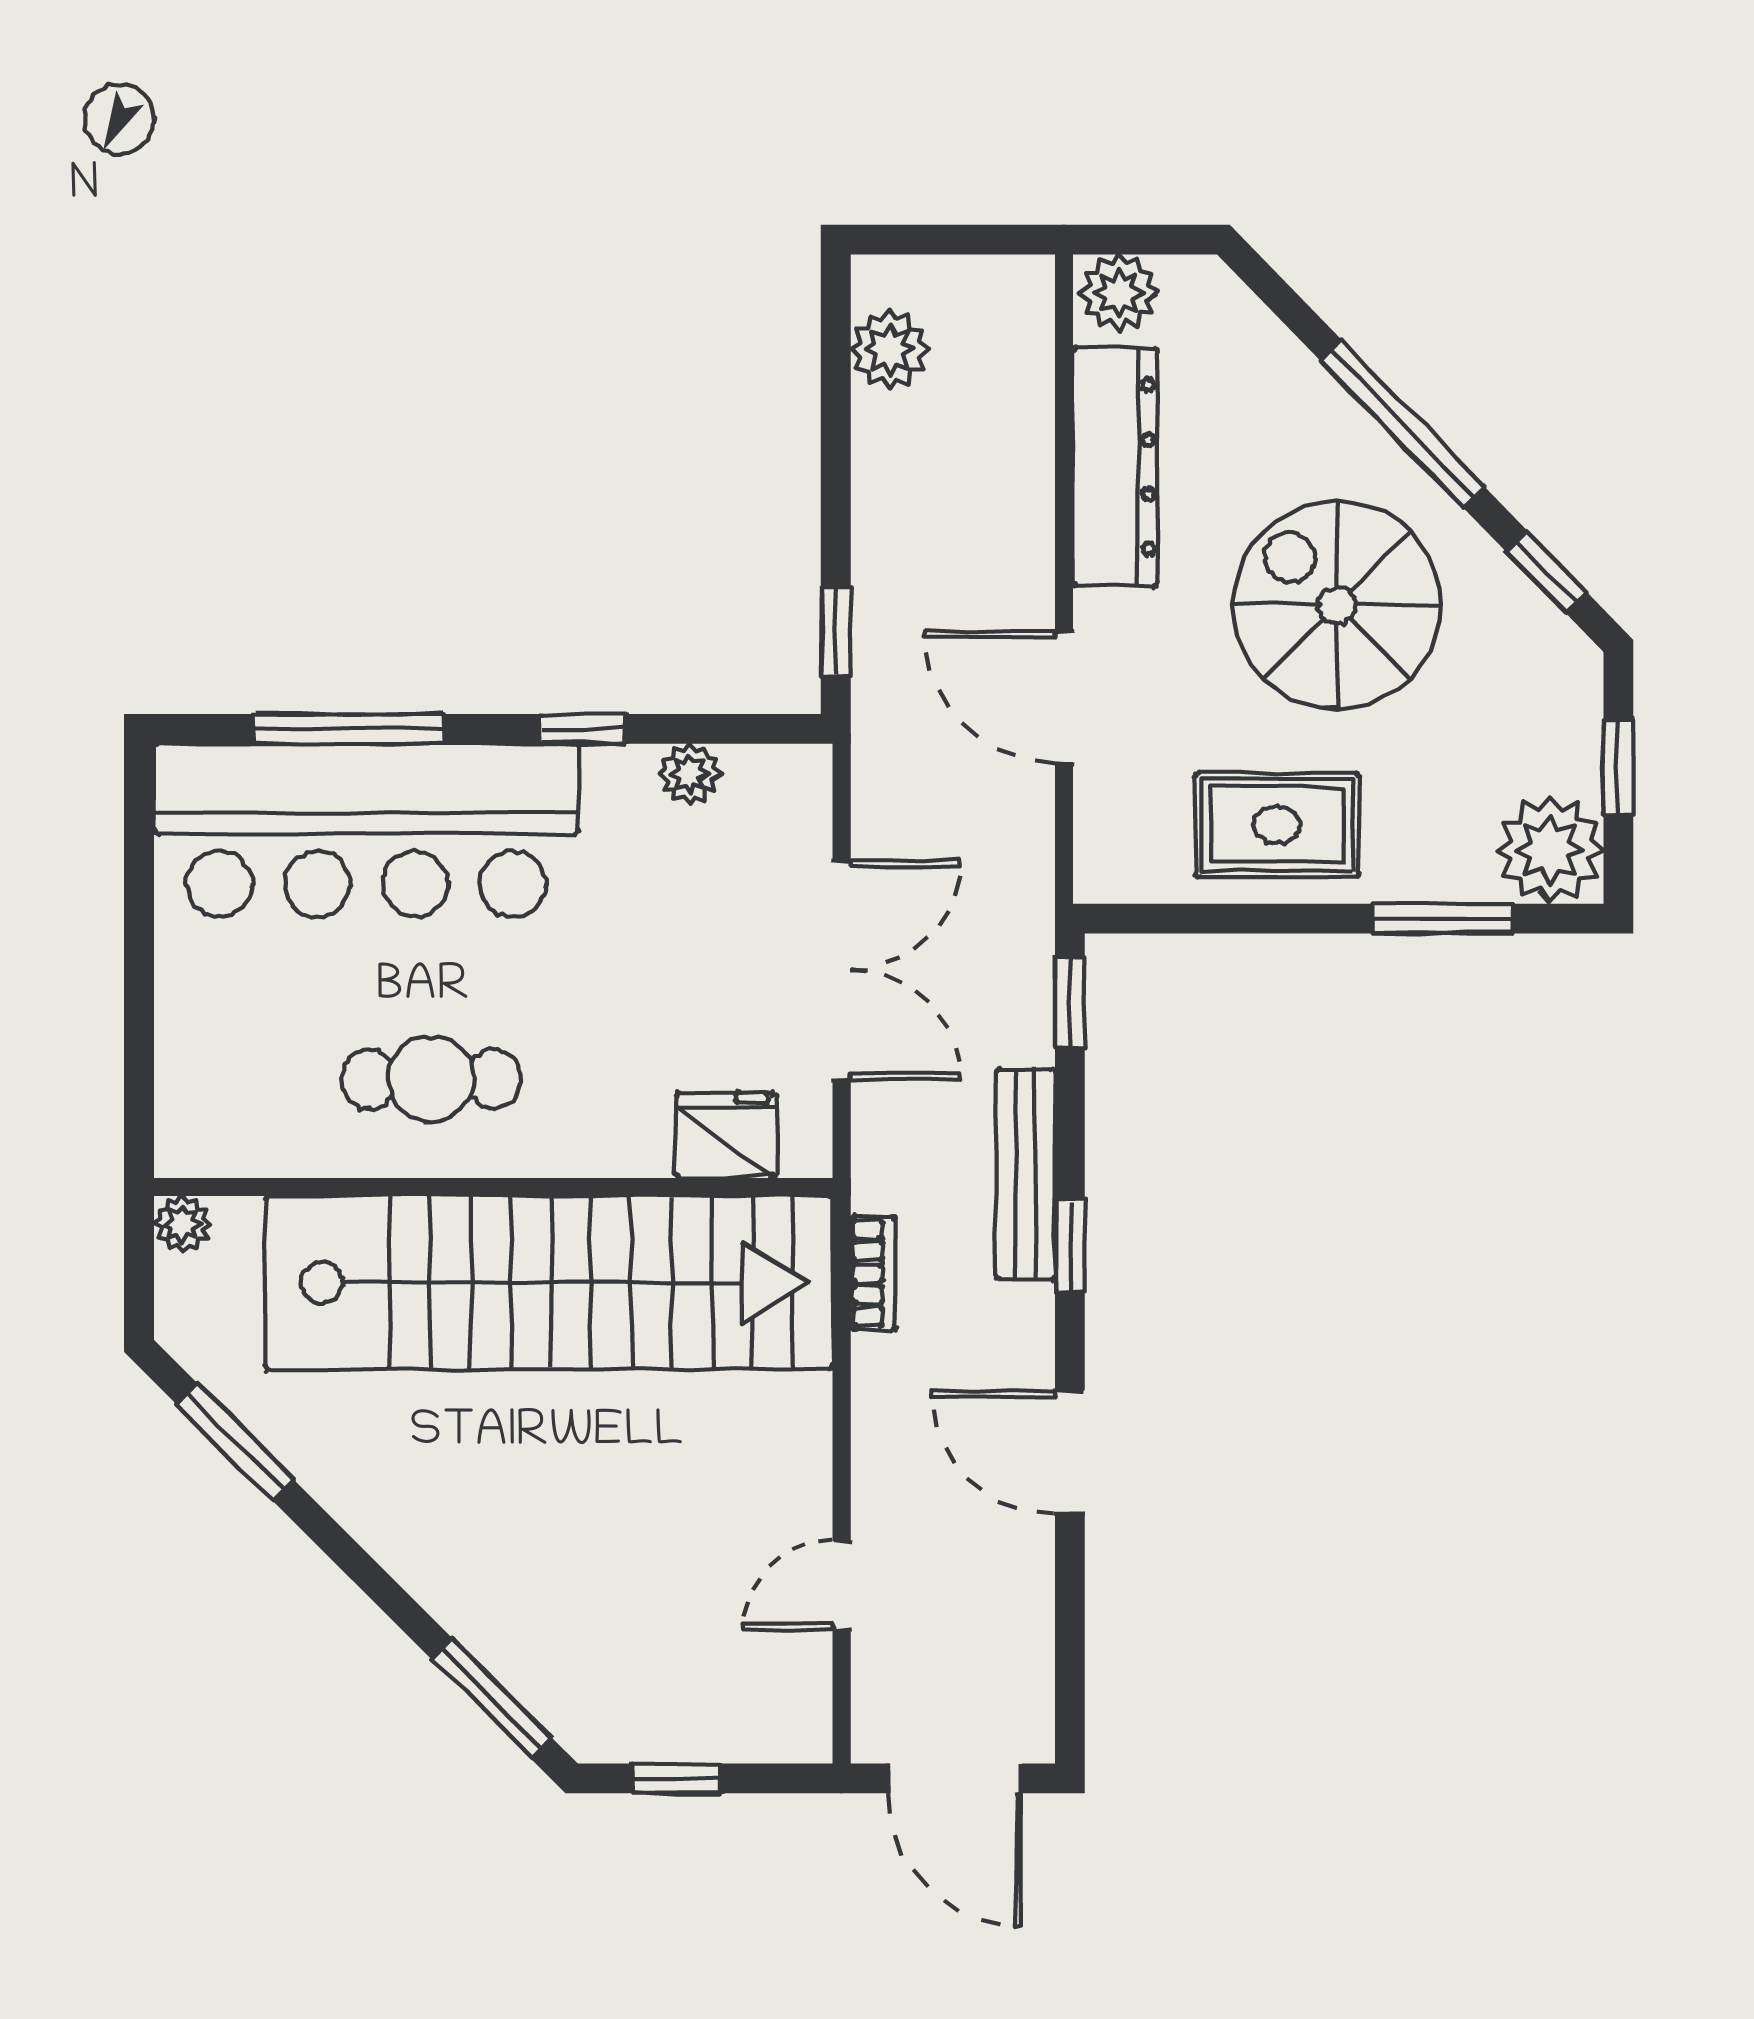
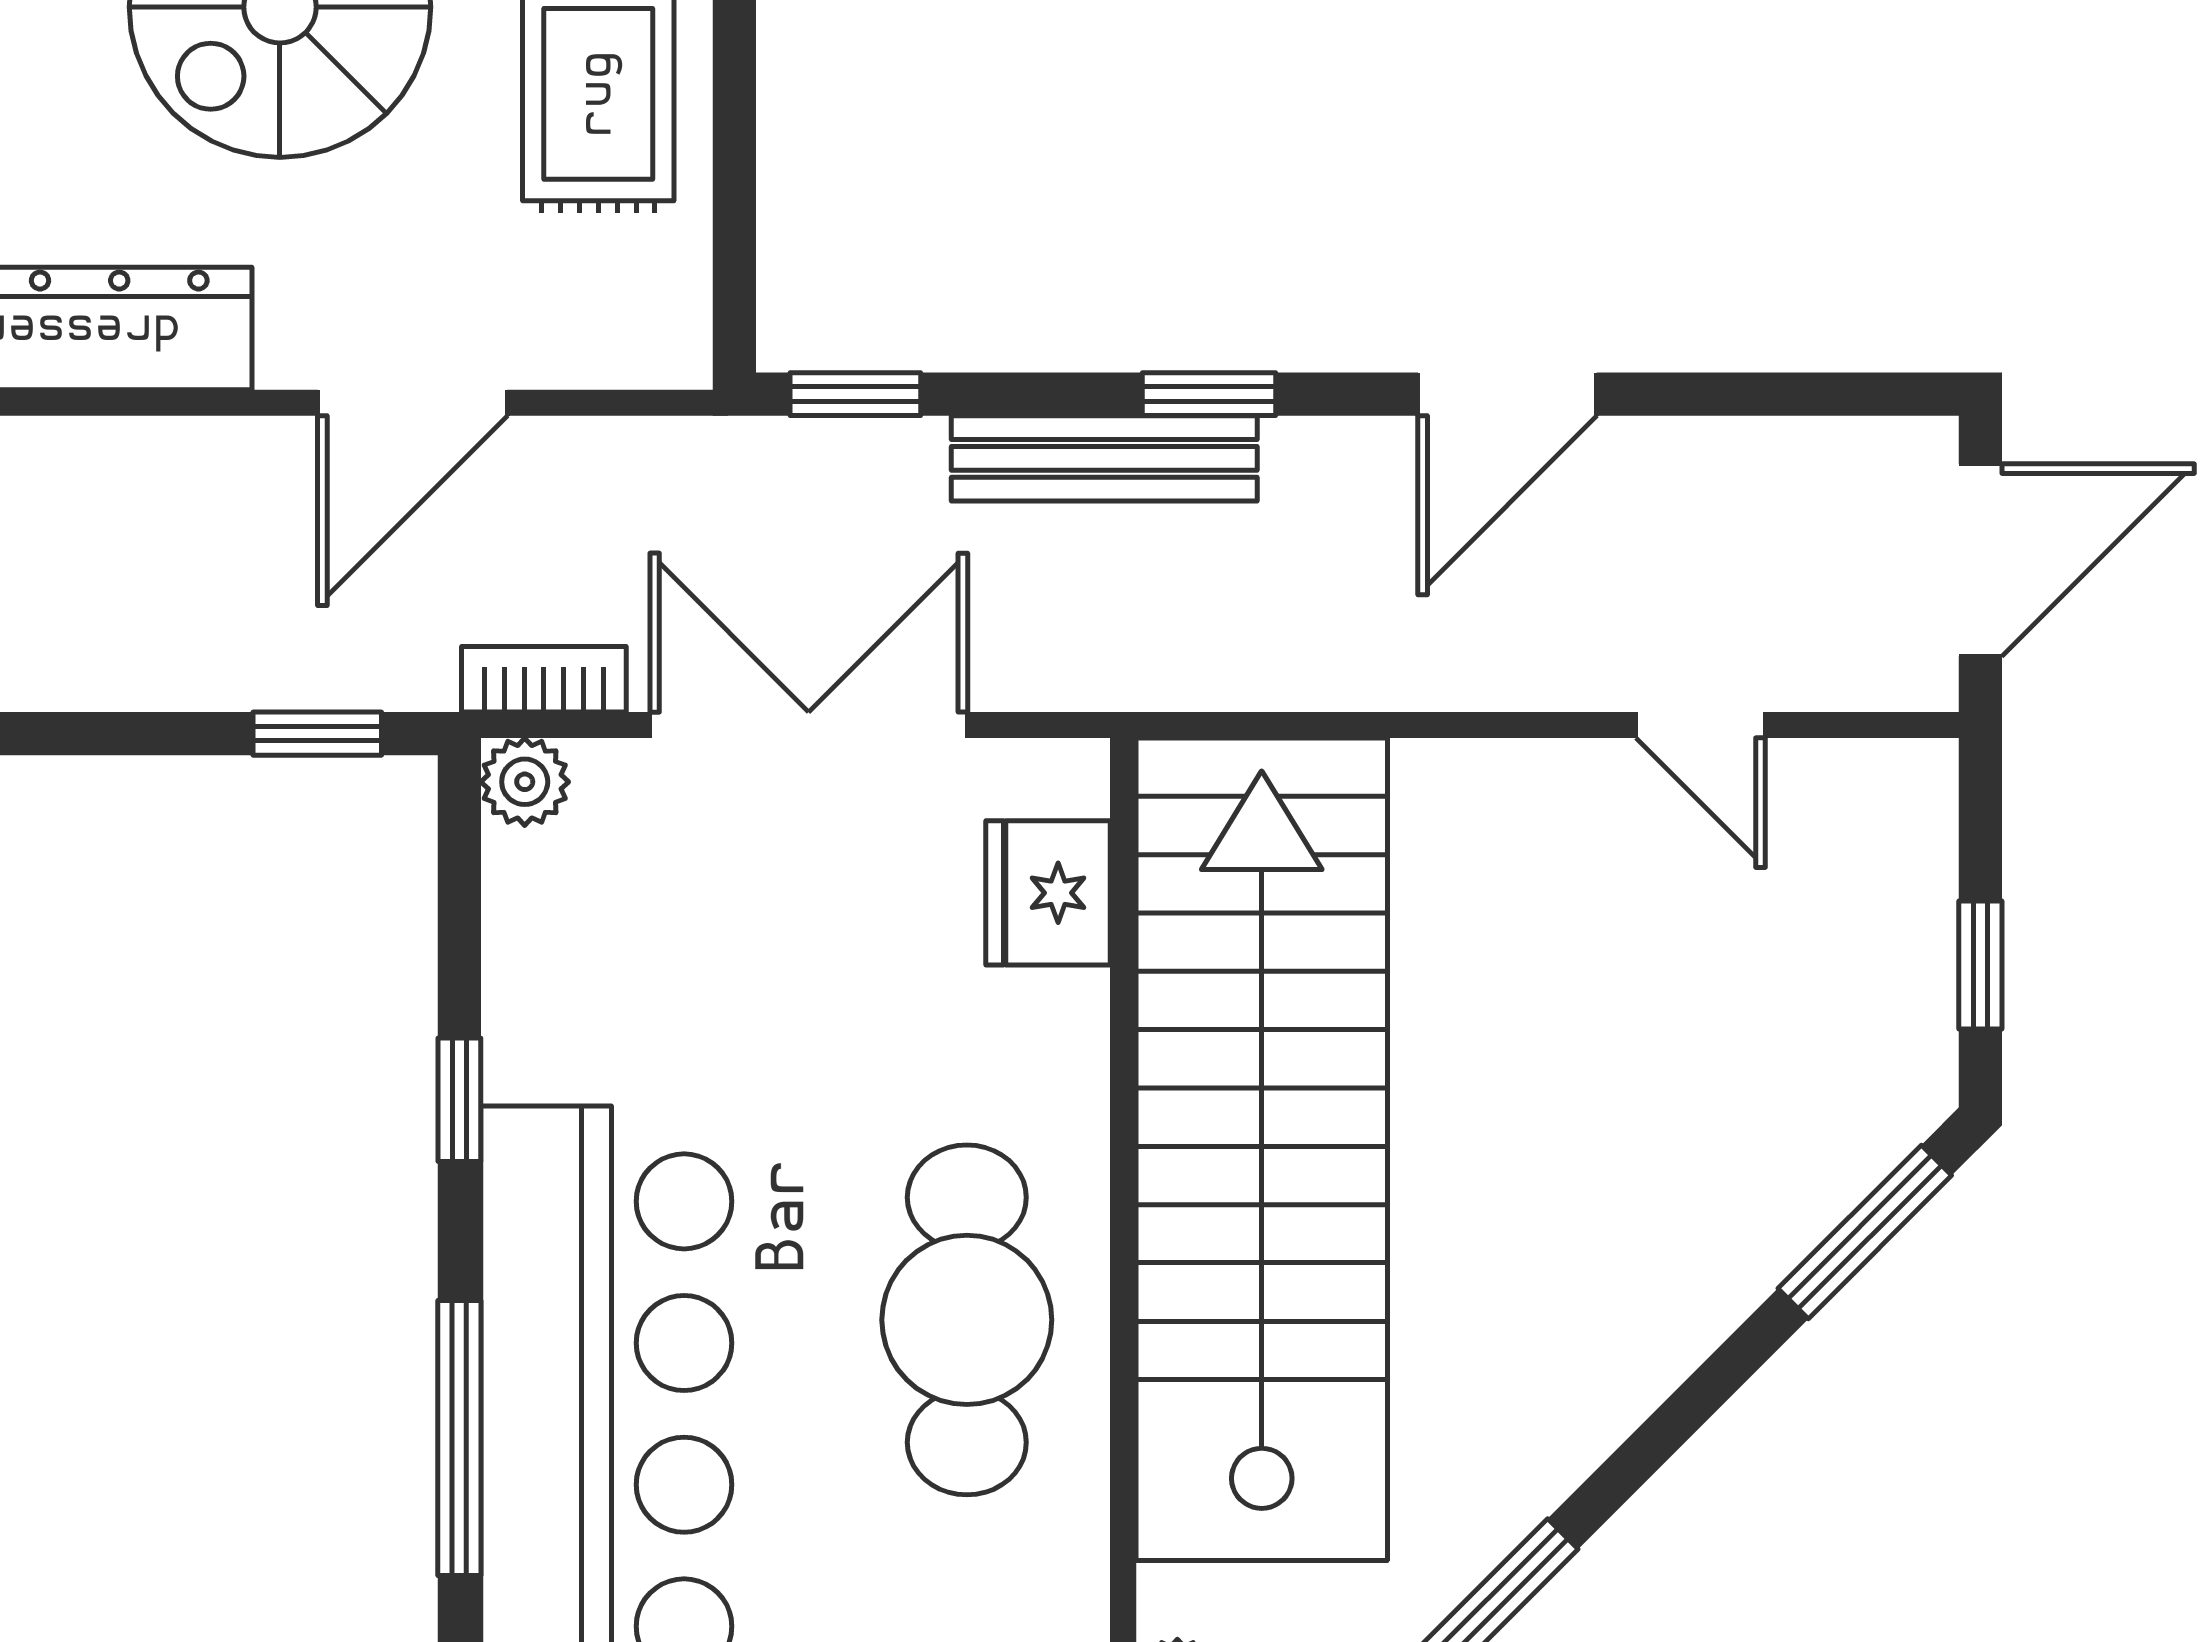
plant: (689, 774) -> (525, 782), moved
cafe table: (431, 1079) -> (967, 1320), width x1.37, depth x1.35
bookcase: (873, 1273) -> (544, 679), moved

